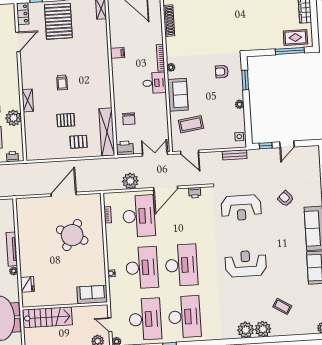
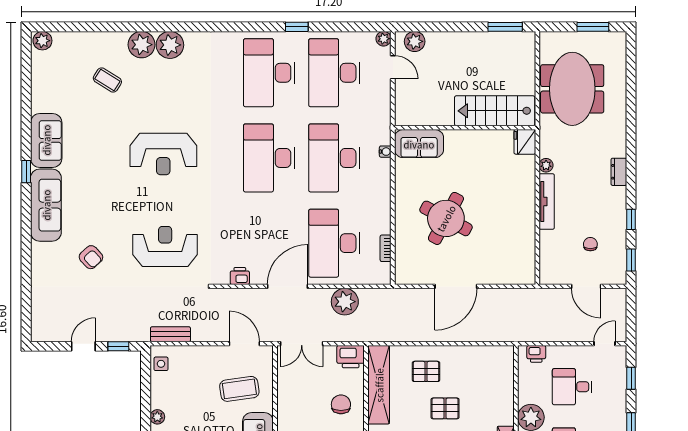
sofa: (92, 295) -> (419, 144), moved
wall: (65, 306) -> (465, 128), moved
stairs: (48, 317) -> (495, 111), moved

